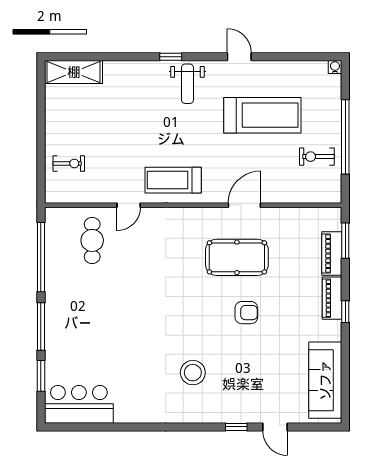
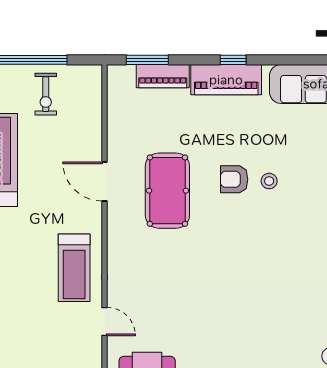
piano: (332, 298) -> (226, 80), width x1.37, depth x1.33
armchair: (246, 313) -> (234, 179), turned -90
stool: (193, 373) -> (269, 181), moved, width x0.53, depth x0.53

